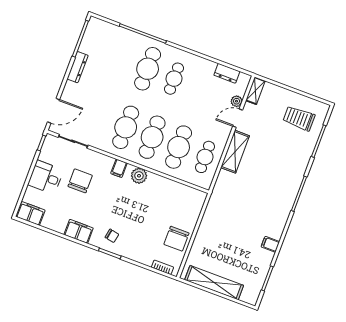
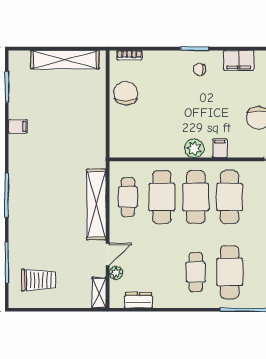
shelving: (235, 152) -> (96, 204), width x1.47

